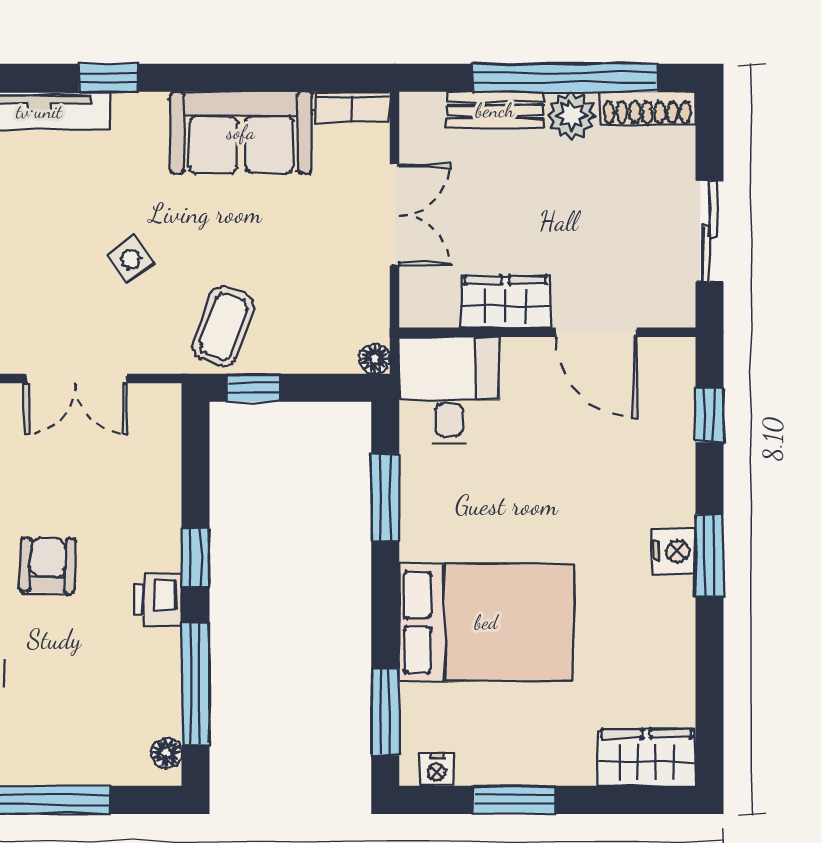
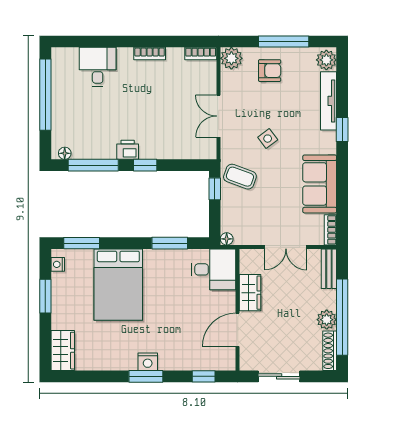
bench: (495, 110) -> (329, 269), moved
armchair: (48, 565) -> (142, 104), removed

